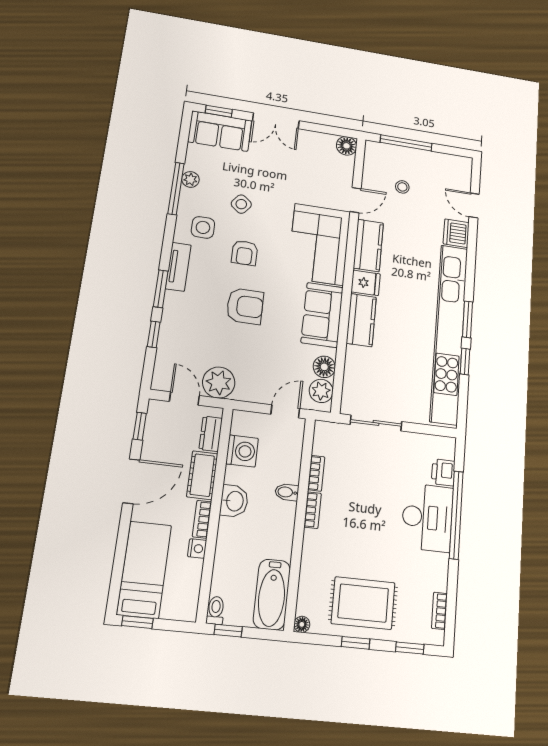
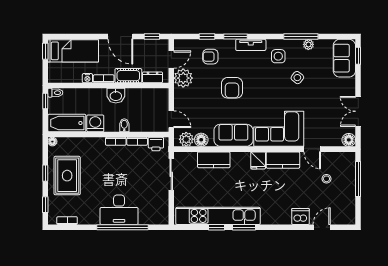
double door: (276, 121) -> (358, 111), moved
armchair: (245, 253) -> (210, 57), moved
kitchen counter: (361, 320) -> (214, 160), moved
kitchen unit: (449, 333) -> (218, 216), width x0.73
washing machine: (242, 451) -> (95, 123), moved, turned 180
printer: (443, 472) -> (156, 144), moved, turned 180

